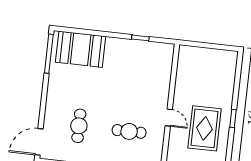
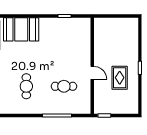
rug: (205, 128) -> (120, 78), width x0.73, depth x0.70

